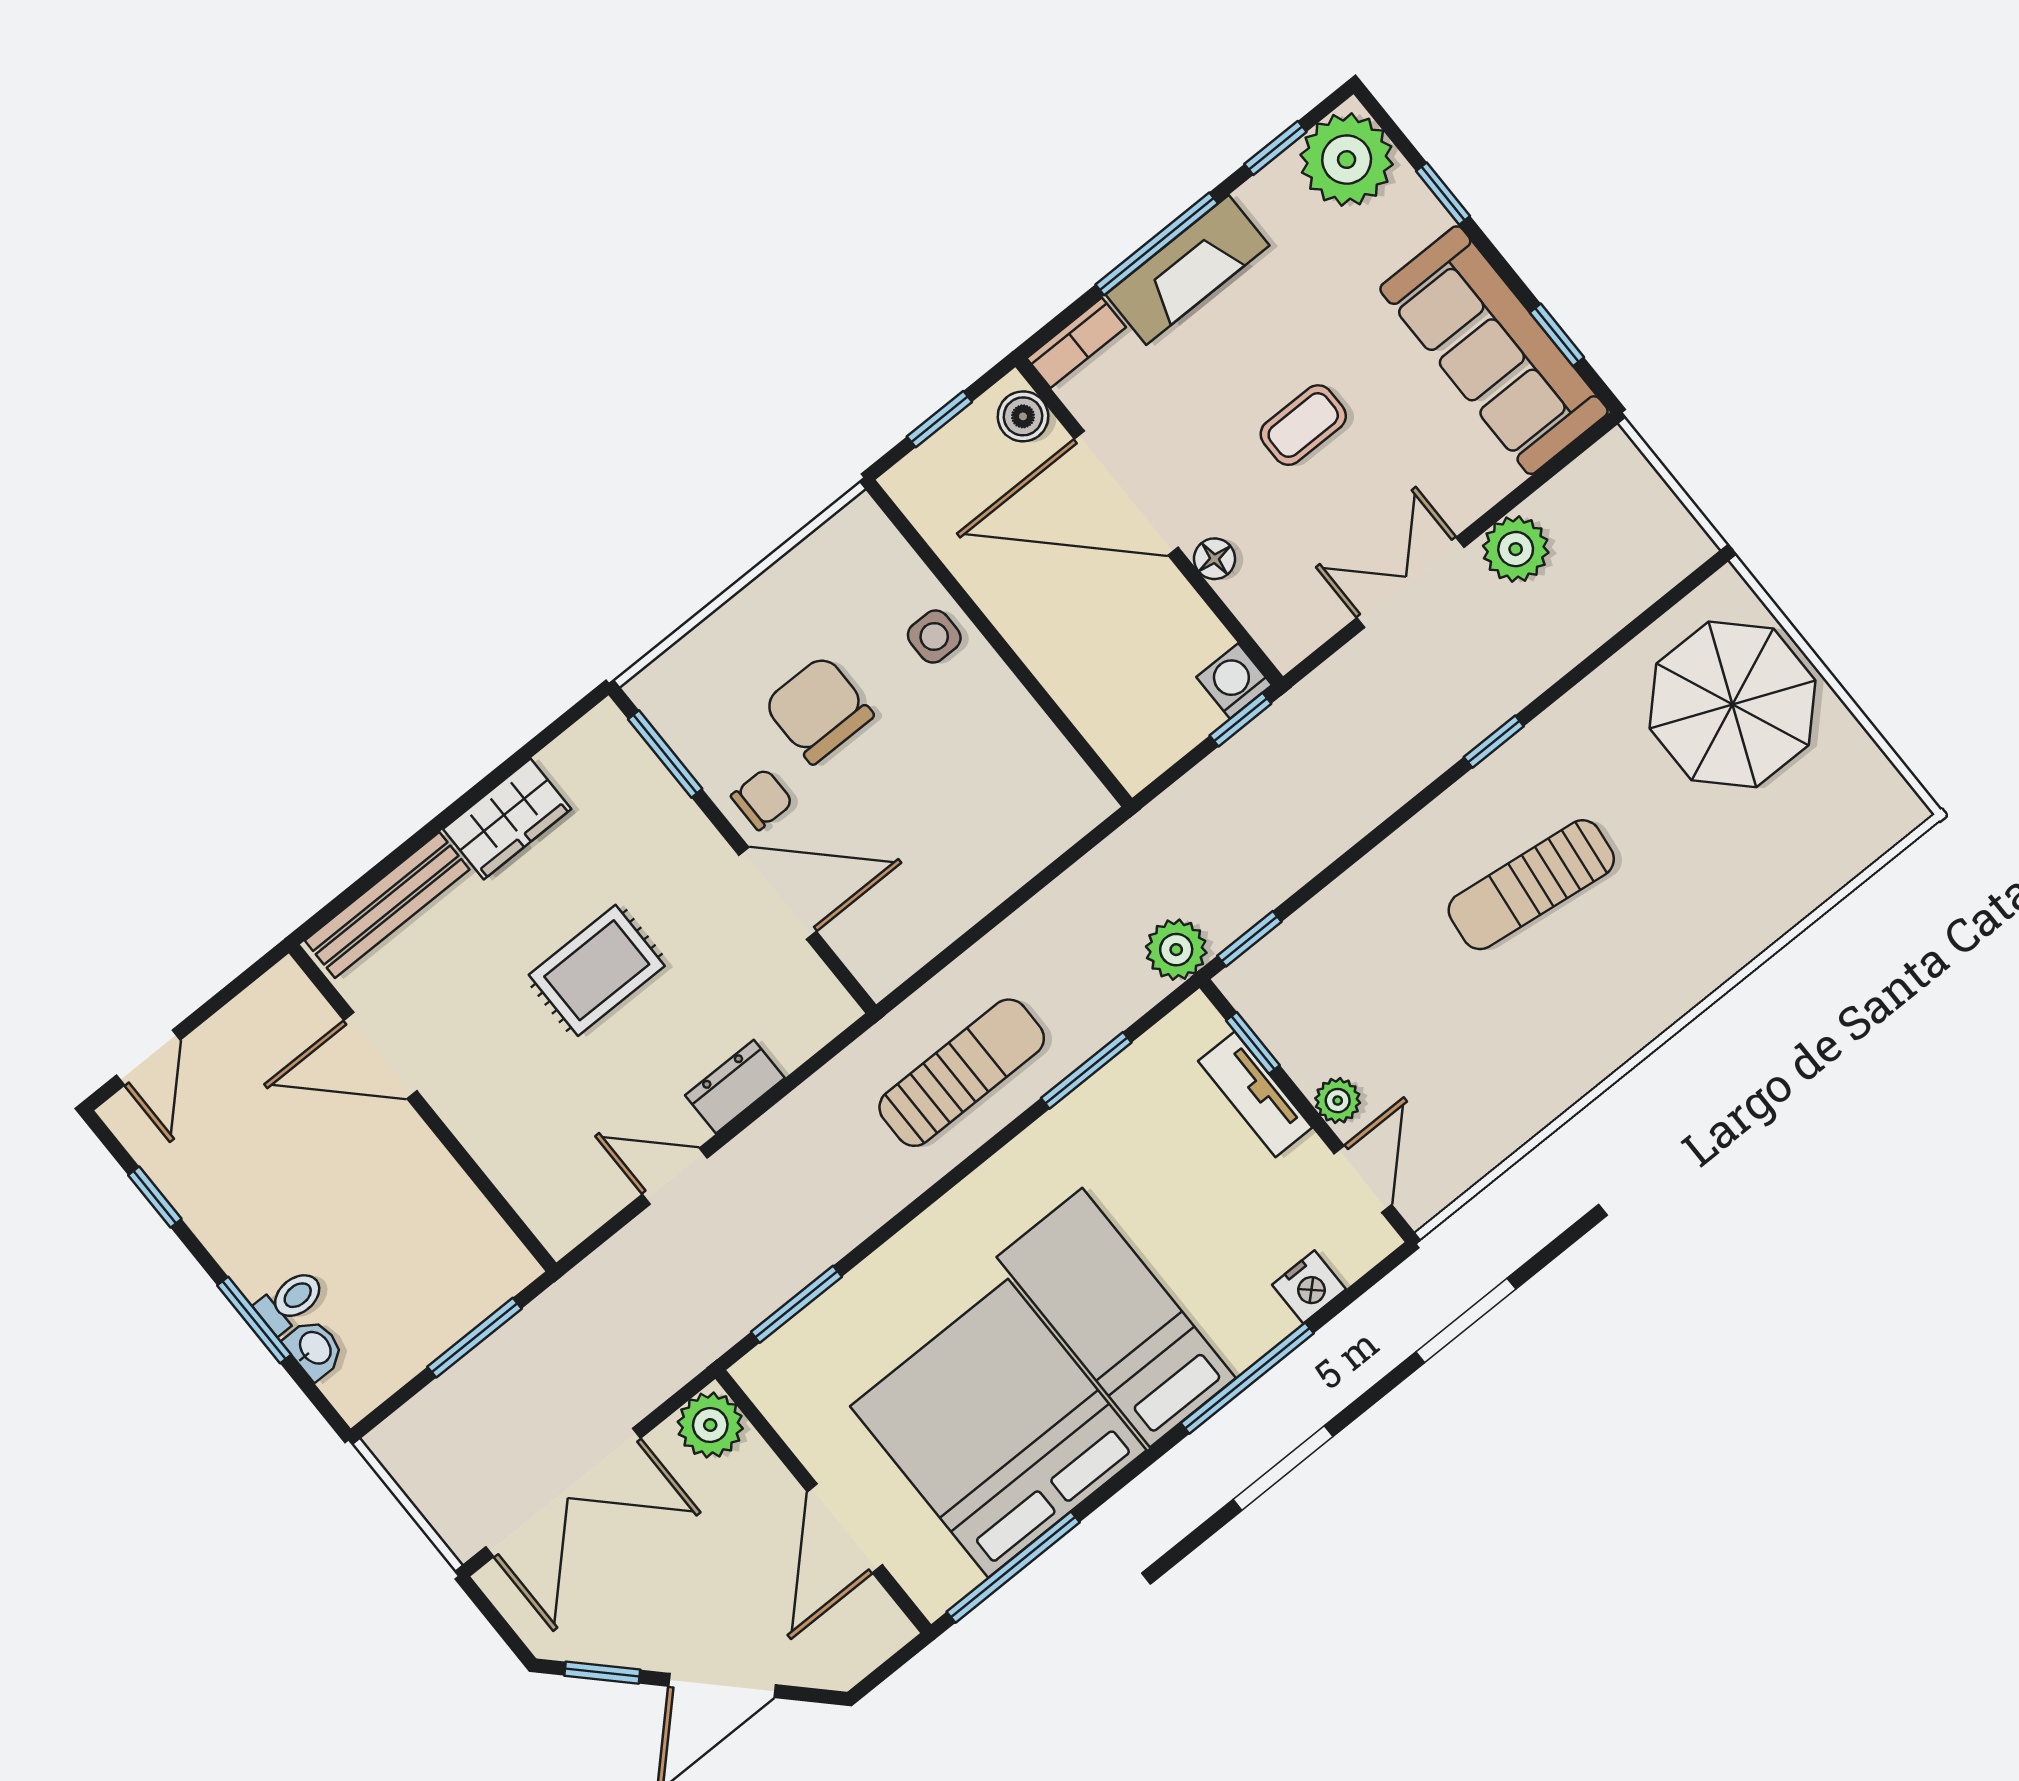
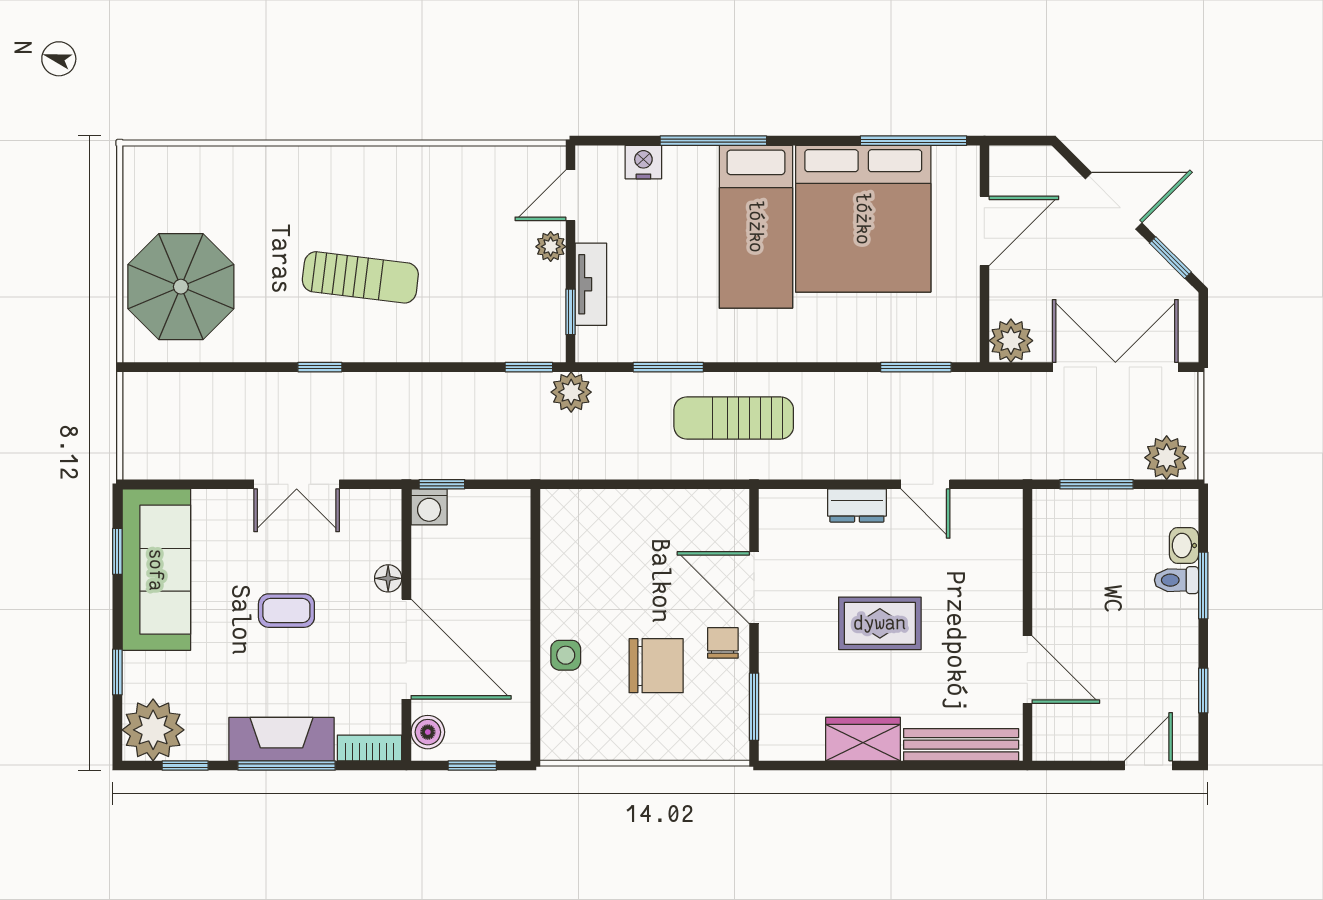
plant: (1516, 549) -> (1167, 458), moved
chair: (819, 710) -> (656, 666), turned -90
chair: (762, 799) -> (723, 643), turned 90

